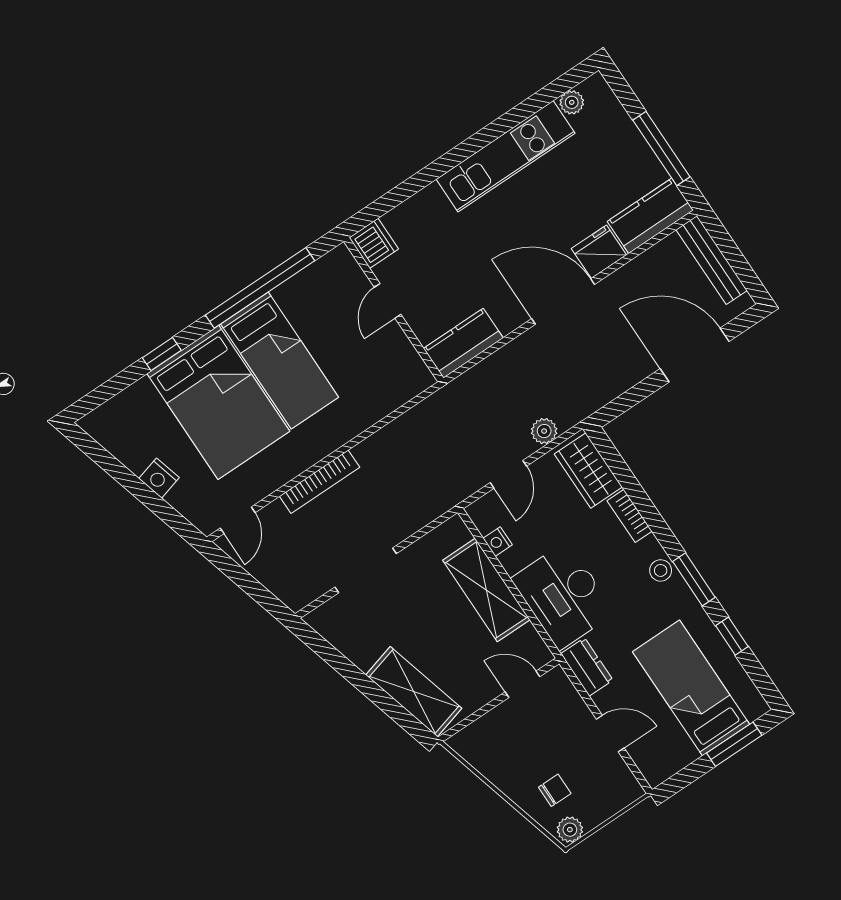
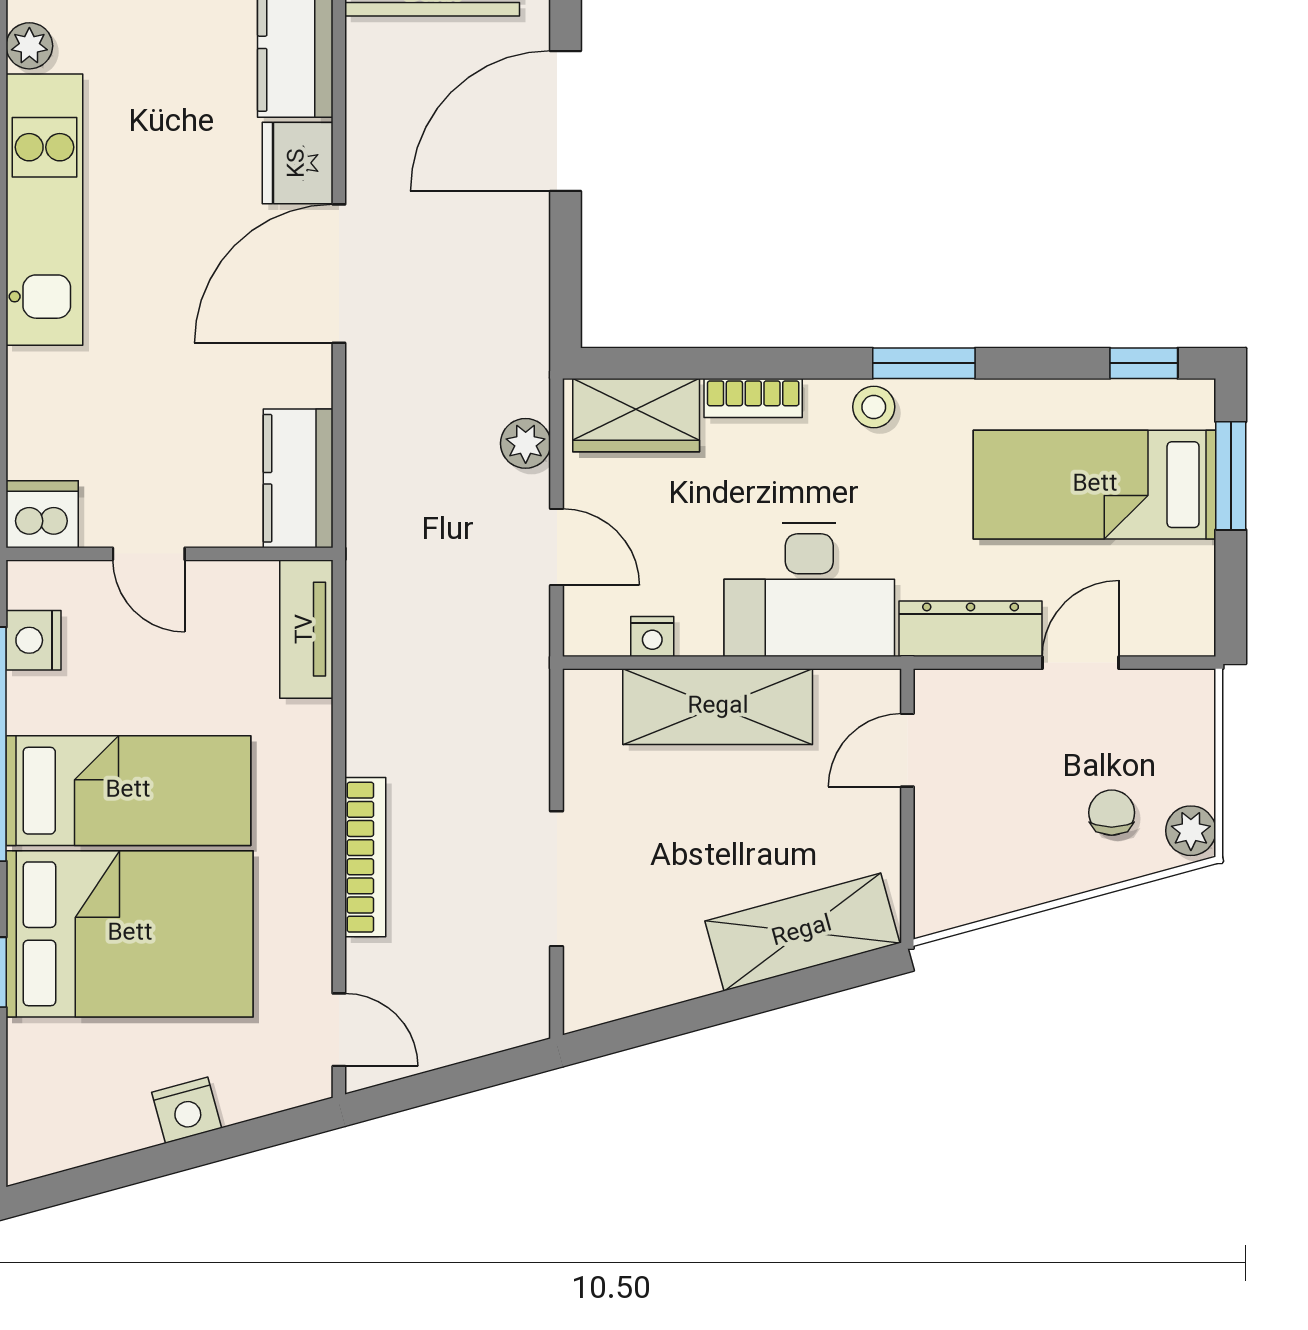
nightstand: (317, 276) -> (34, 640), added
tv unit: (401, 390) -> (306, 629), added
window: (732, 636) -> (1144, 363), moved
dresser: (587, 667) -> (971, 629), width x1.44

